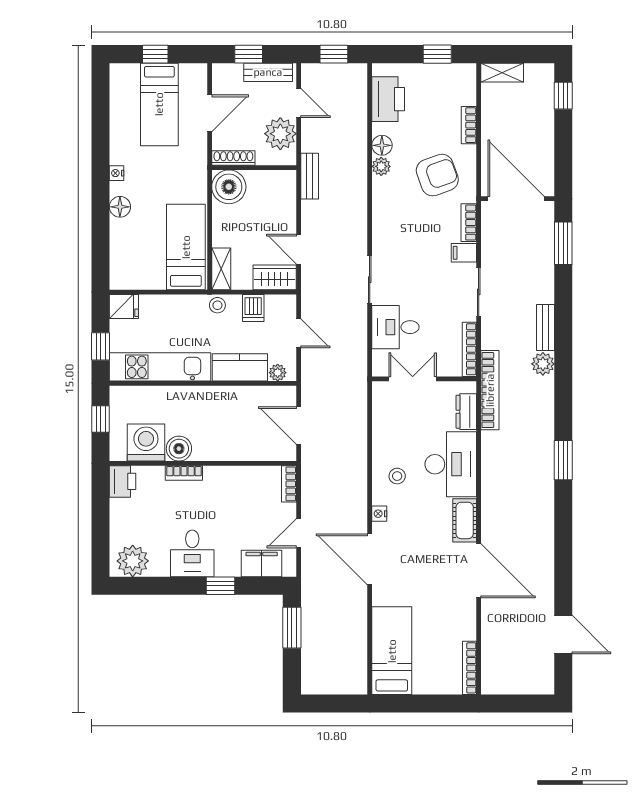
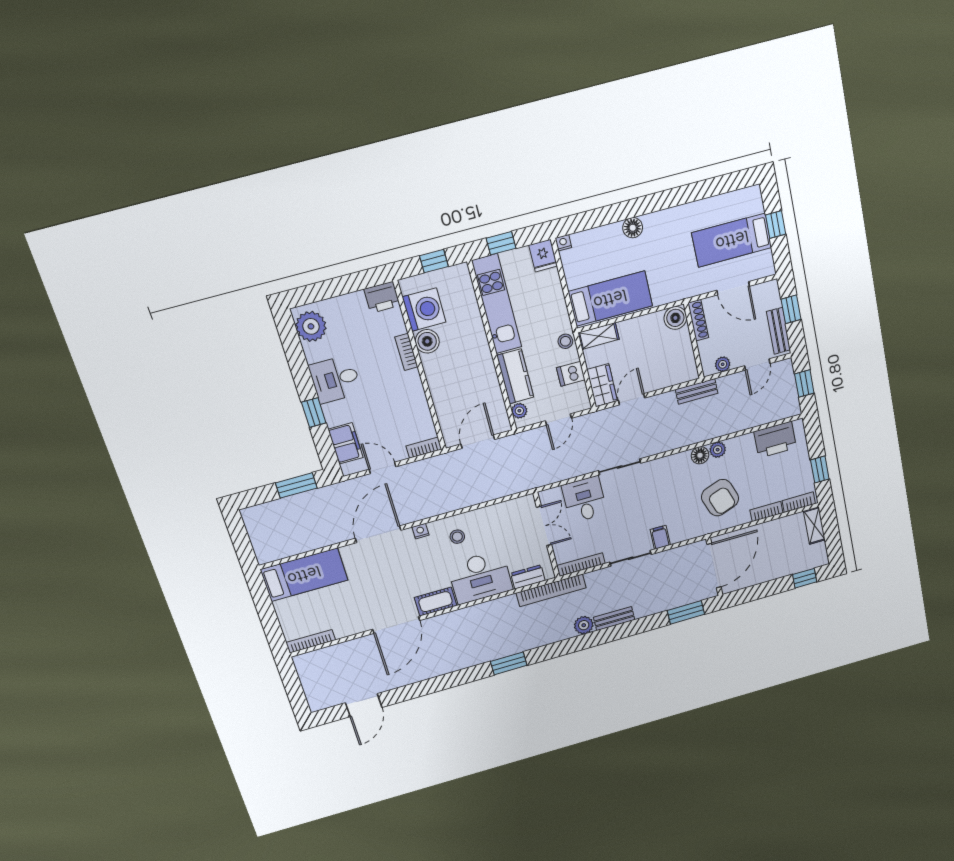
plant: (280, 134) -> (723, 364), width x0.53, depth x0.53
floor lamp: (382, 145) -> (700, 455), moved
nightstand: (117, 173) -> (563, 243), moved
boiler: (229, 187) -> (675, 318), width x0.73, depth x0.73
bookcase: (469, 223) -> (799, 502), moved

